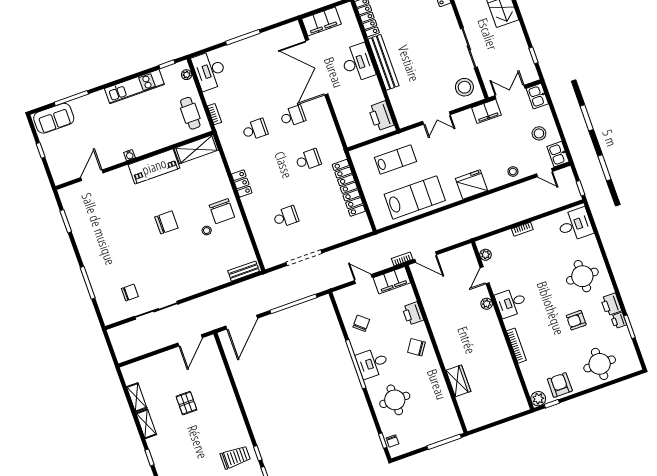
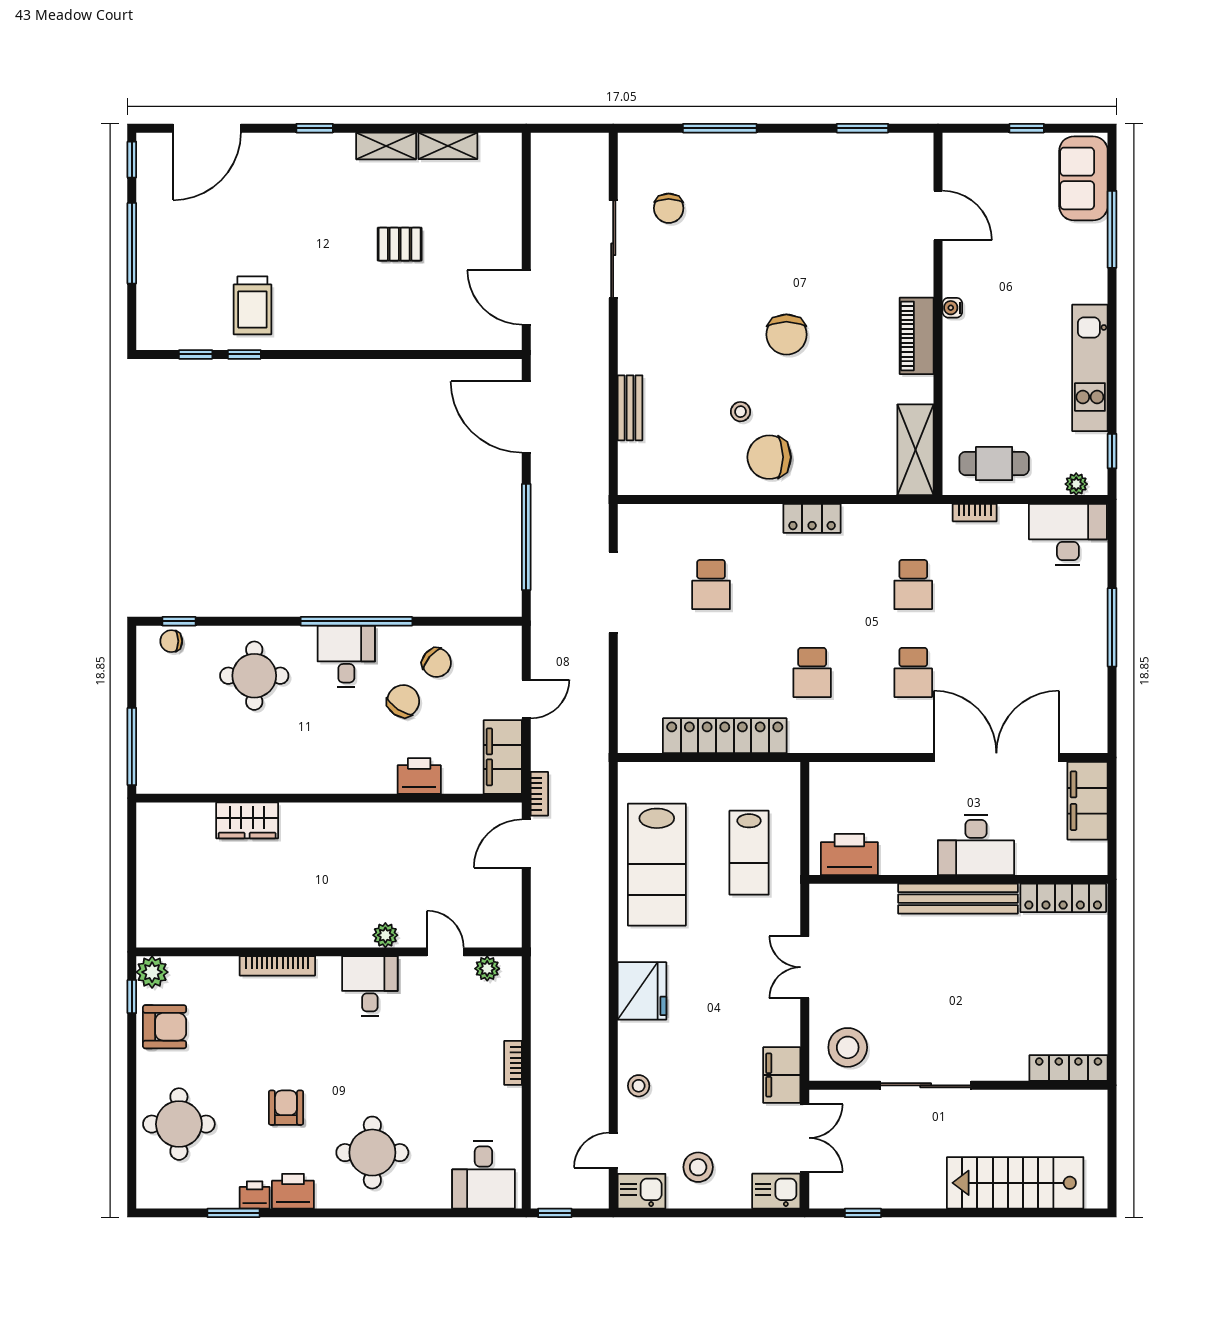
piano: (154, 166) -> (917, 336), width x0.73, depth x0.75
bench: (244, 271) -> (630, 408), moved
chair: (416, 347) -> (403, 701), moved

